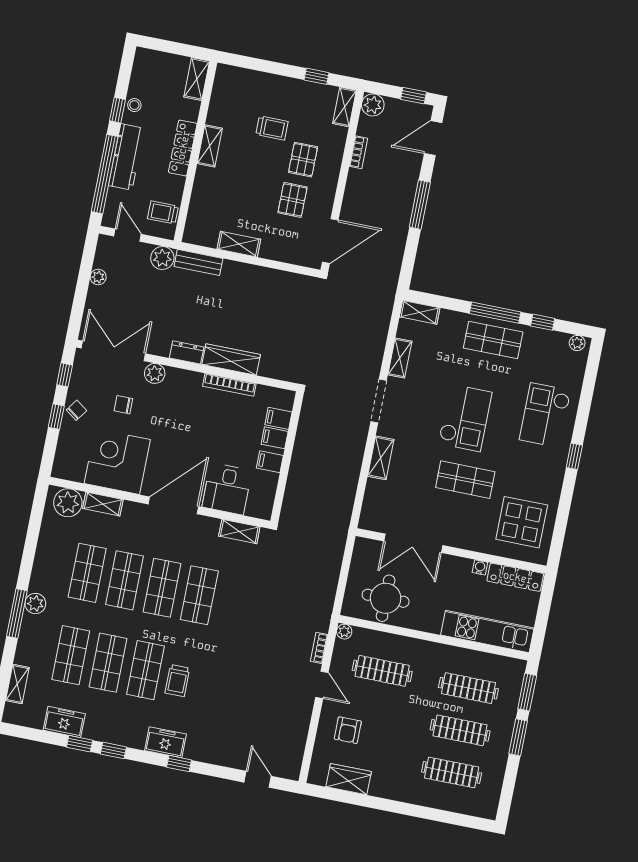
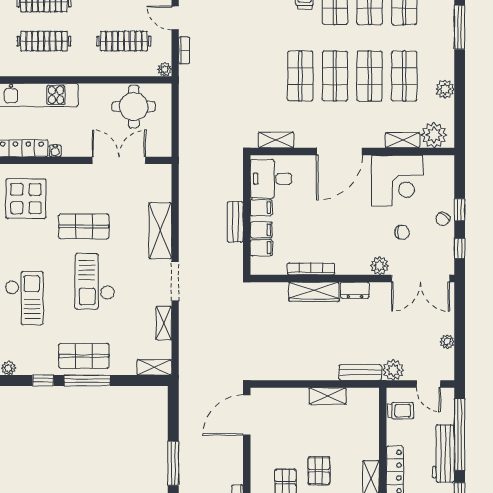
pallet: (293, 200) -> (319, 471), moved
bench: (301, 452) -> (235, 222), added
shelving: (381, 458) -> (160, 231), width x1.50, depth x1.33
desk: (227, 489) -> (271, 179), moved, turned -90
plant: (35, 604) -> (445, 89), moved

